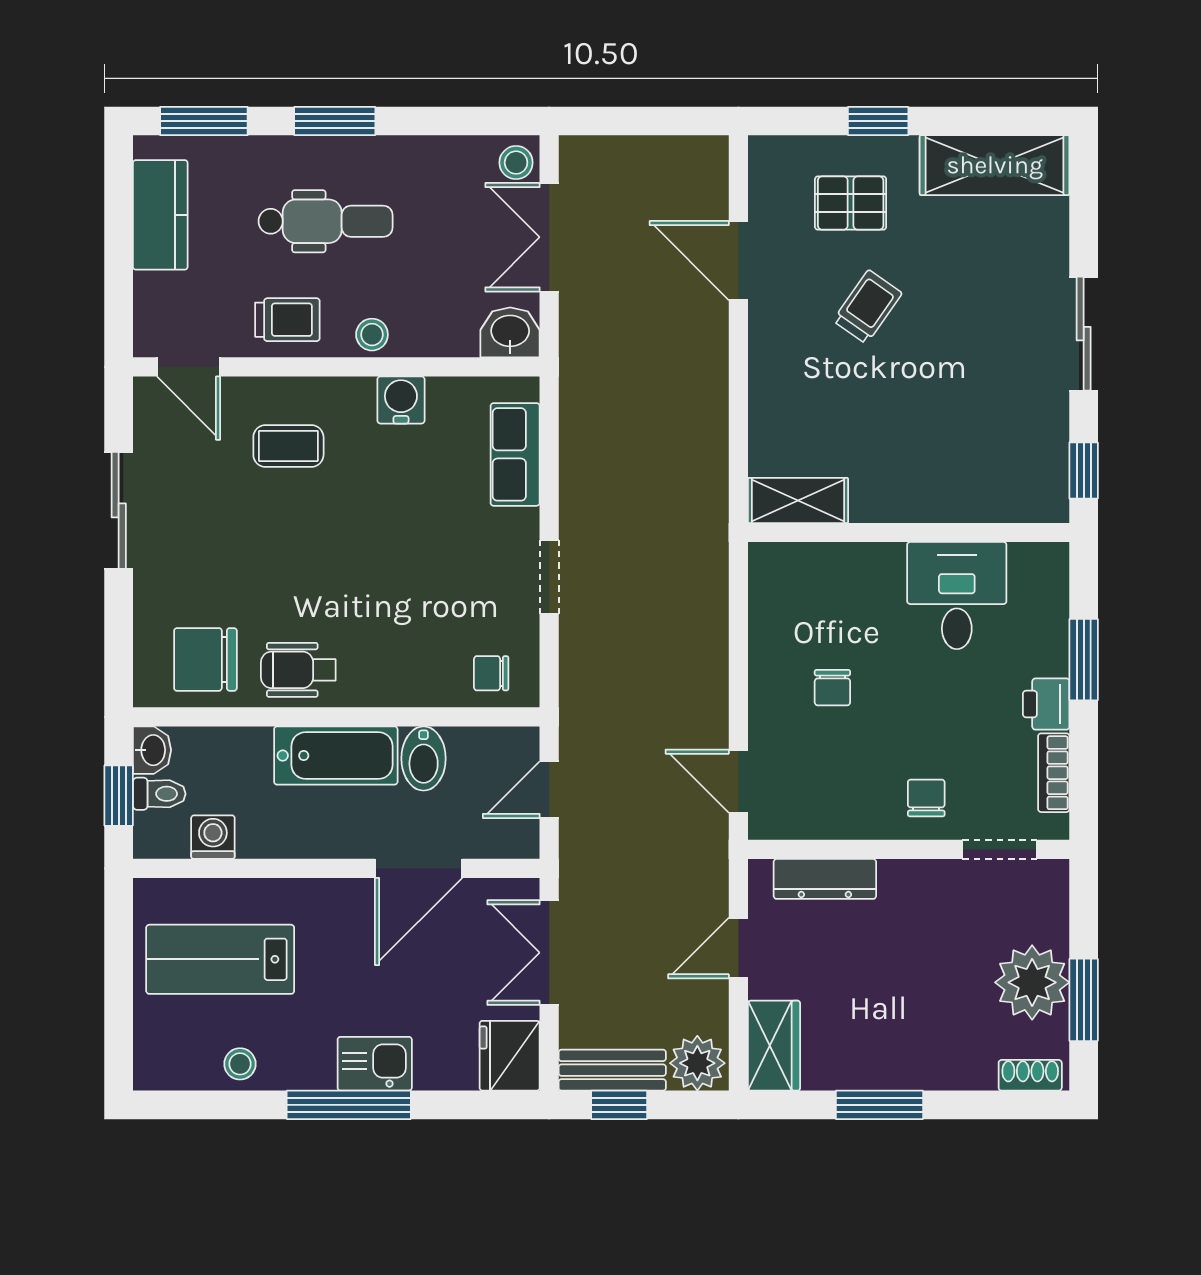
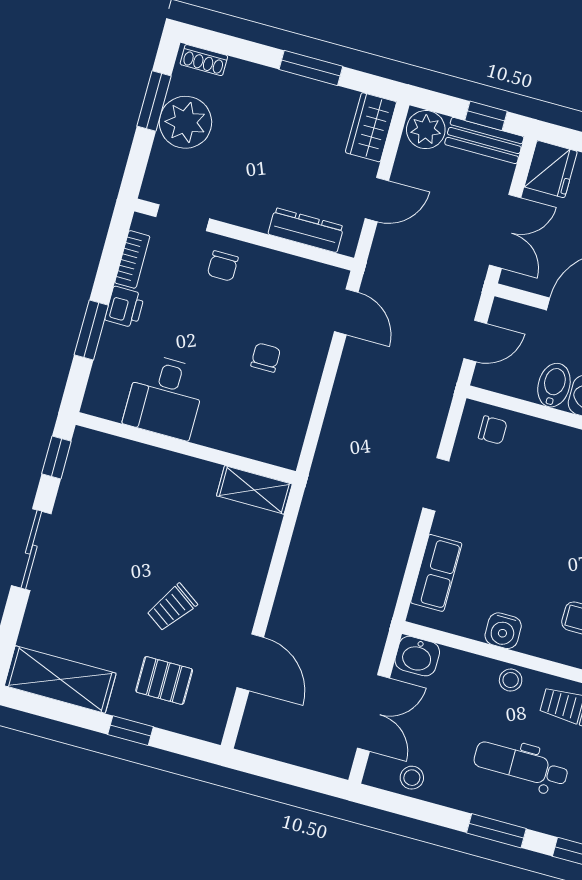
stool: (516, 163) -> (412, 778), moved

